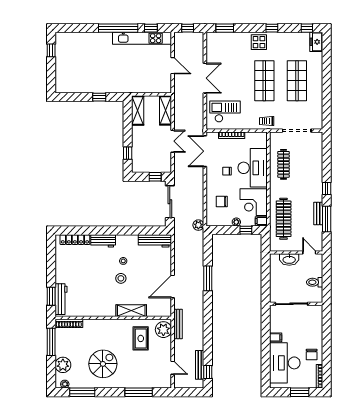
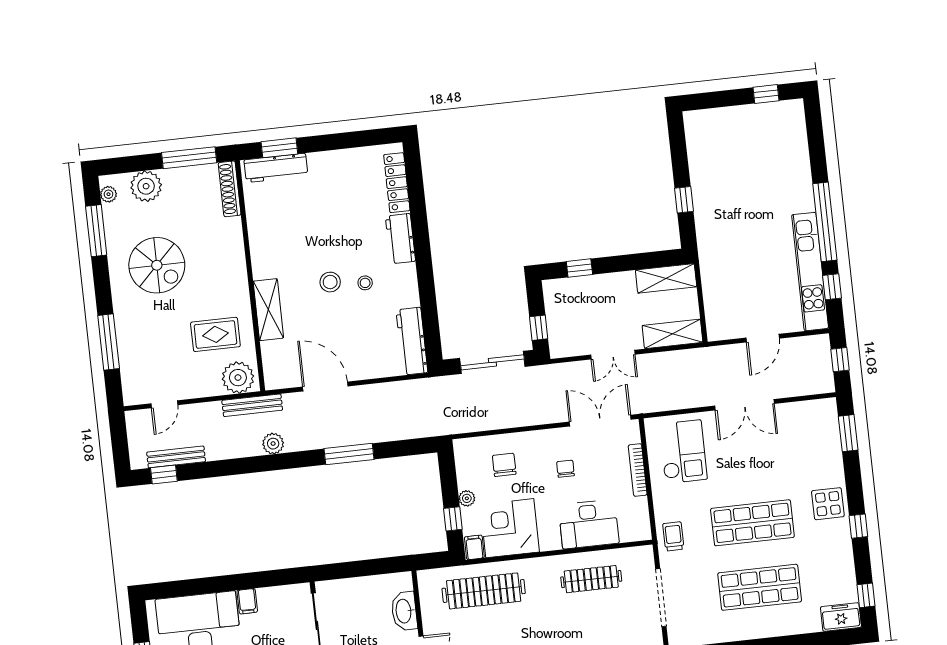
desk: (253, 168) -> (589, 524), width x0.73, depth x0.77
plant: (198, 225) -> (273, 444), moved

